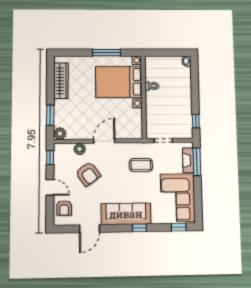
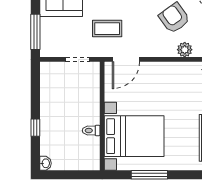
window: (196, 121) -> (35, 128), moved
door: (104, 141) -> (126, 59), moved
fireplace: (188, 160) -> (47, 34), removed

